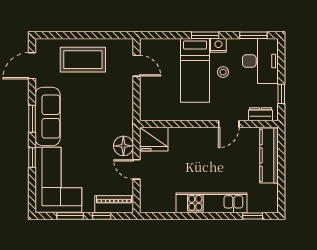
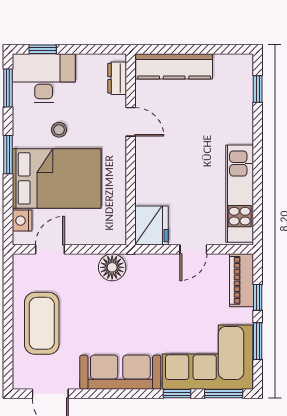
nightstand: (218, 45) -> (22, 221), moved
bed: (195, 70) -> (57, 178), width x1.50
window: (281, 94) -> (43, 49), moved
window: (32, 119) -> (224, 394), moved
floor lamp: (123, 146) -> (112, 267), moved
kitchen unit: (212, 203) -> (240, 194), moved

